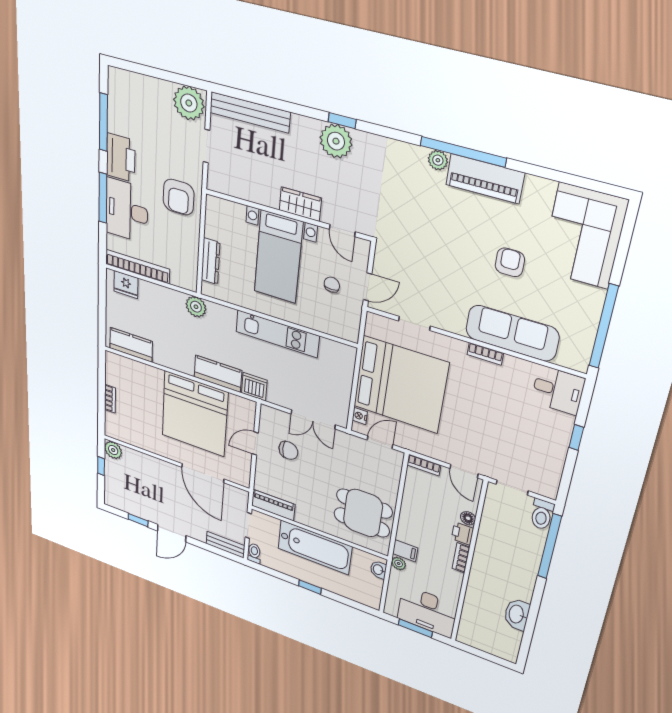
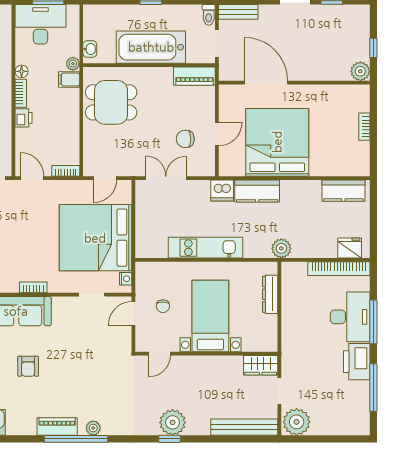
piano: (485, 179) -> (57, 426), width x0.73, depth x0.75
armchair: (179, 197) -> (302, 342), removed
wardrobe: (300, 204) -> (261, 365), moved
door: (342, 230) -> (160, 354), swing flipped
nightstand: (360, 416) -> (126, 279), moved
floor lamp: (468, 518) -> (22, 71), moved

